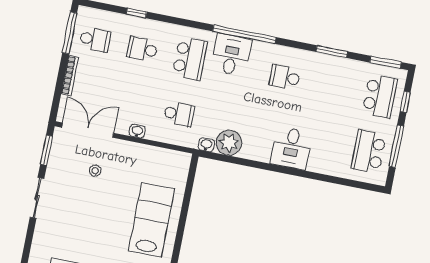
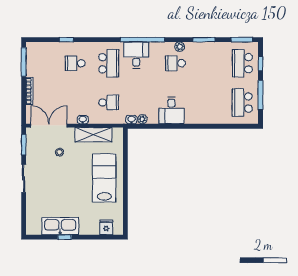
school desk: (95, 40) -> (42, 63), removed
plant: (295, 55) -> (180, 47), added
school desk: (380, 96) -> (242, 63), turned 180
plant: (229, 143) -> (142, 119), width x0.53, depth x0.53
desk: (291, 148) -> (171, 110), moved
shelving: (148, 156) -> (93, 135), added

